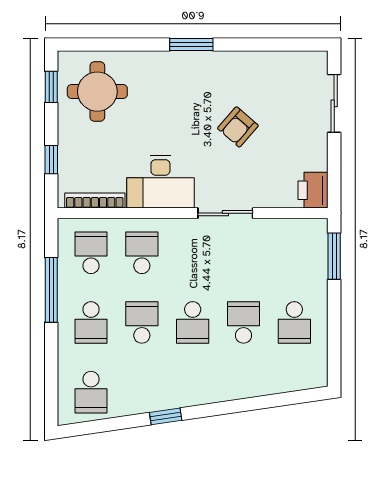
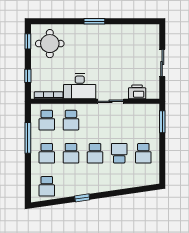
sliding door: (334, 103) -> (162, 63), moved
armchair: (238, 127) -> (117, 60), removed
printer: (313, 190) -> (137, 92), moved, turned 90
school desk: (91, 253) -> (47, 120), turned 180
school desk: (142, 253) -> (71, 120), turned 180
school desk: (142, 322) -> (71, 153), turned 180

